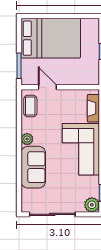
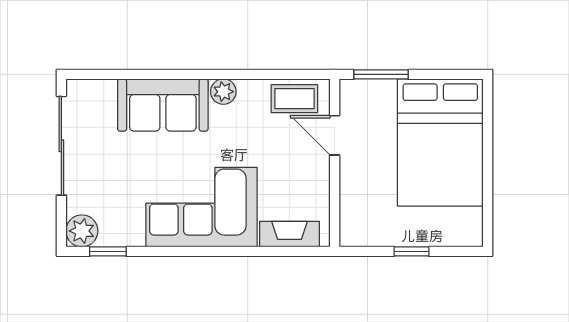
door: (47, 87) -> (335, 135), swing flipped

